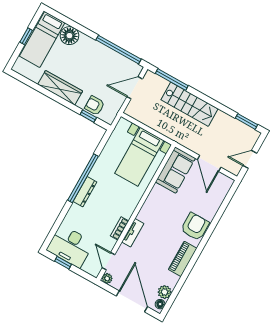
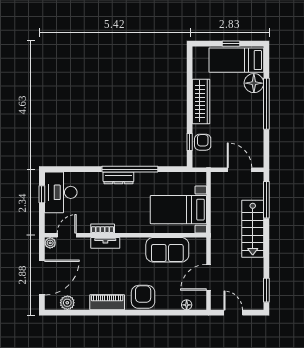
window: (119, 50) -> (266, 104), moved
sofa: (175, 170) -> (167, 250), moved
armchair: (195, 227) -> (143, 297), turned -90
floor lamp: (160, 304) -> (187, 305), moved

